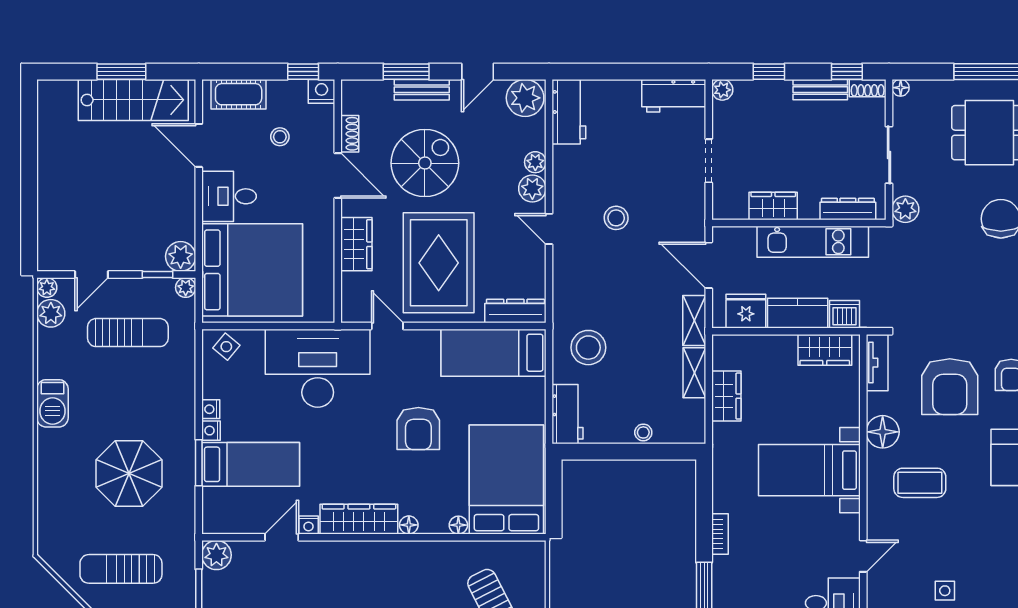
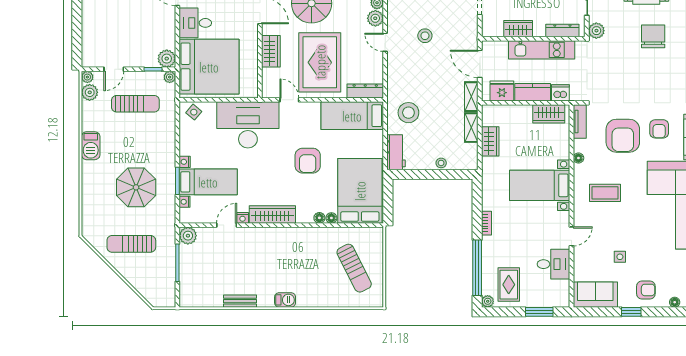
nightstand: (211, 409) -> (185, 202), moved
floor lamp: (883, 432) -> (578, 158), width x0.53, depth x0.53
floor lamp: (409, 525) -> (319, 218), moved

